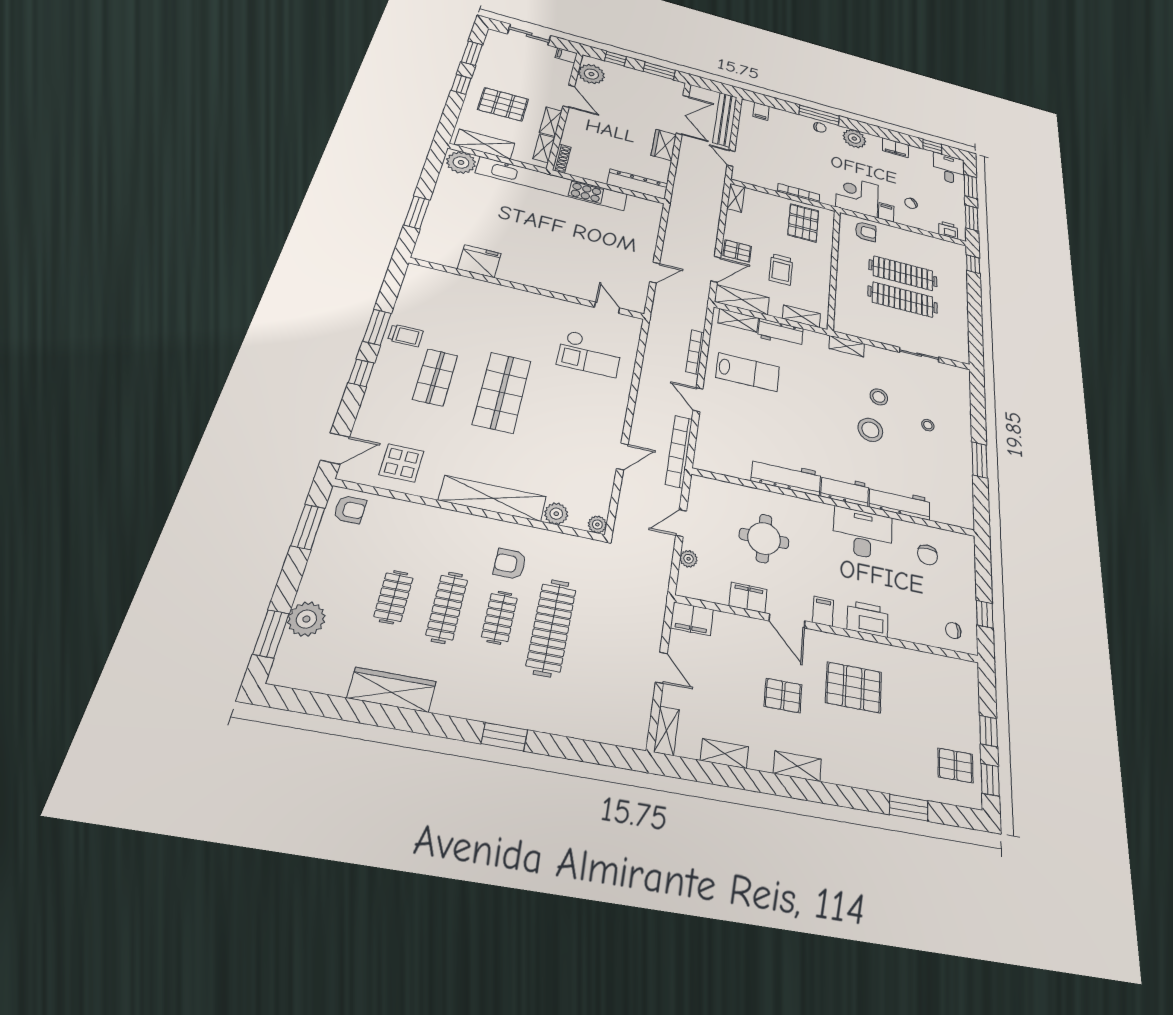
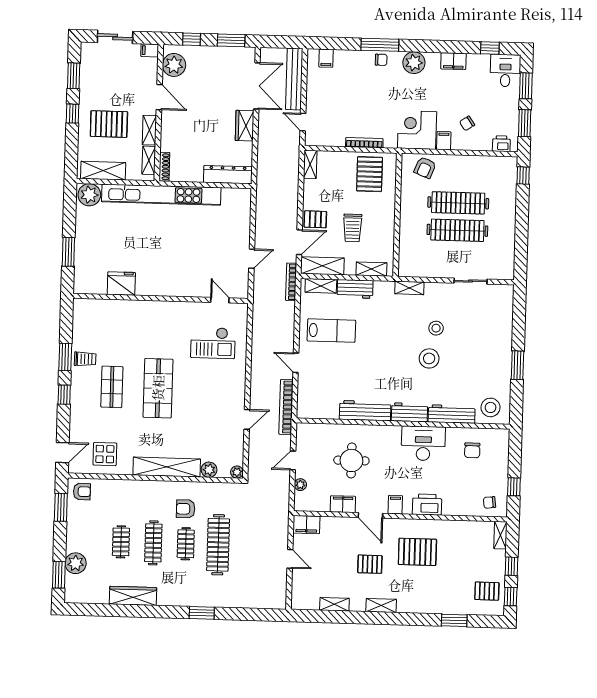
armchair: (866, 232) -> (425, 168), turned 112
bookcase: (695, 352) -> (291, 282), moved
stool: (928, 425) -> (491, 407), moved, width x1.89, depth x1.89
shelving: (667, 731) -> (500, 535), moved

